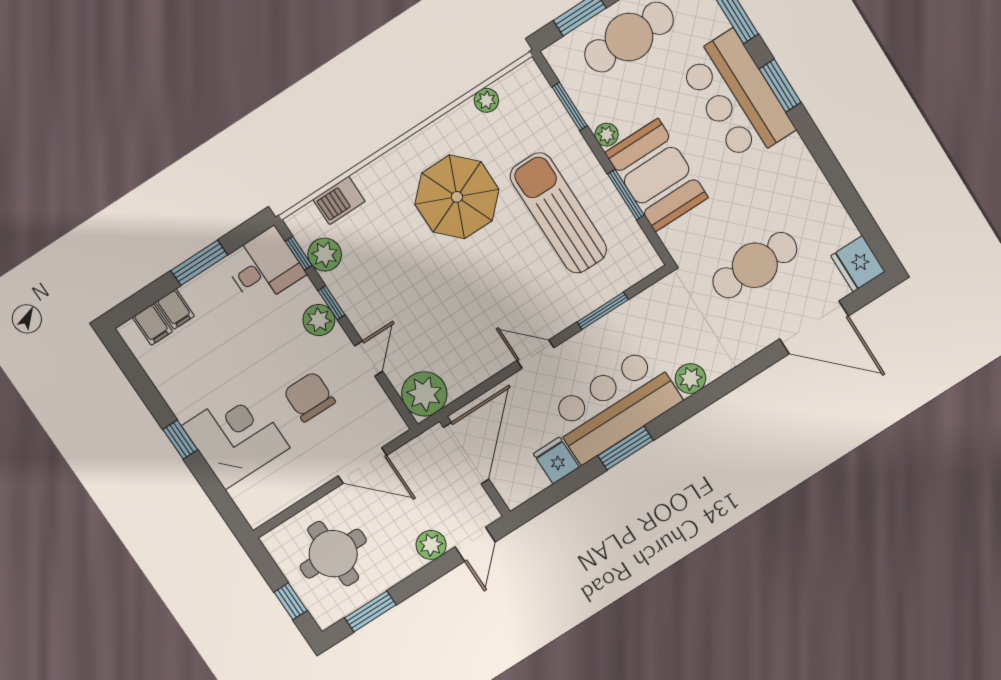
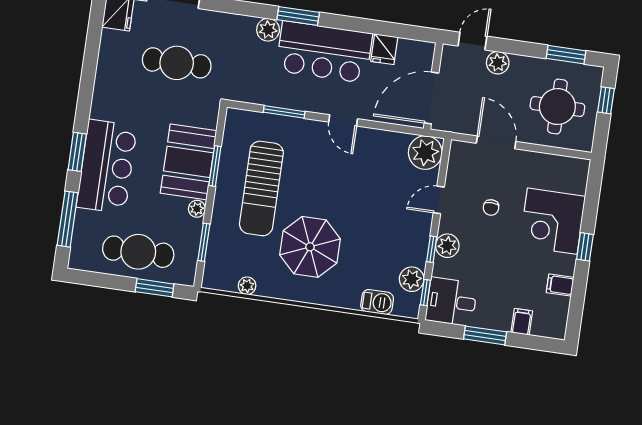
filing cabinet: (152, 324) -> (560, 285), moved, turned -90
chair: (309, 397) -> (491, 207), width x0.54, depth x0.54
window: (626, 448) -> (298, 16), moved

